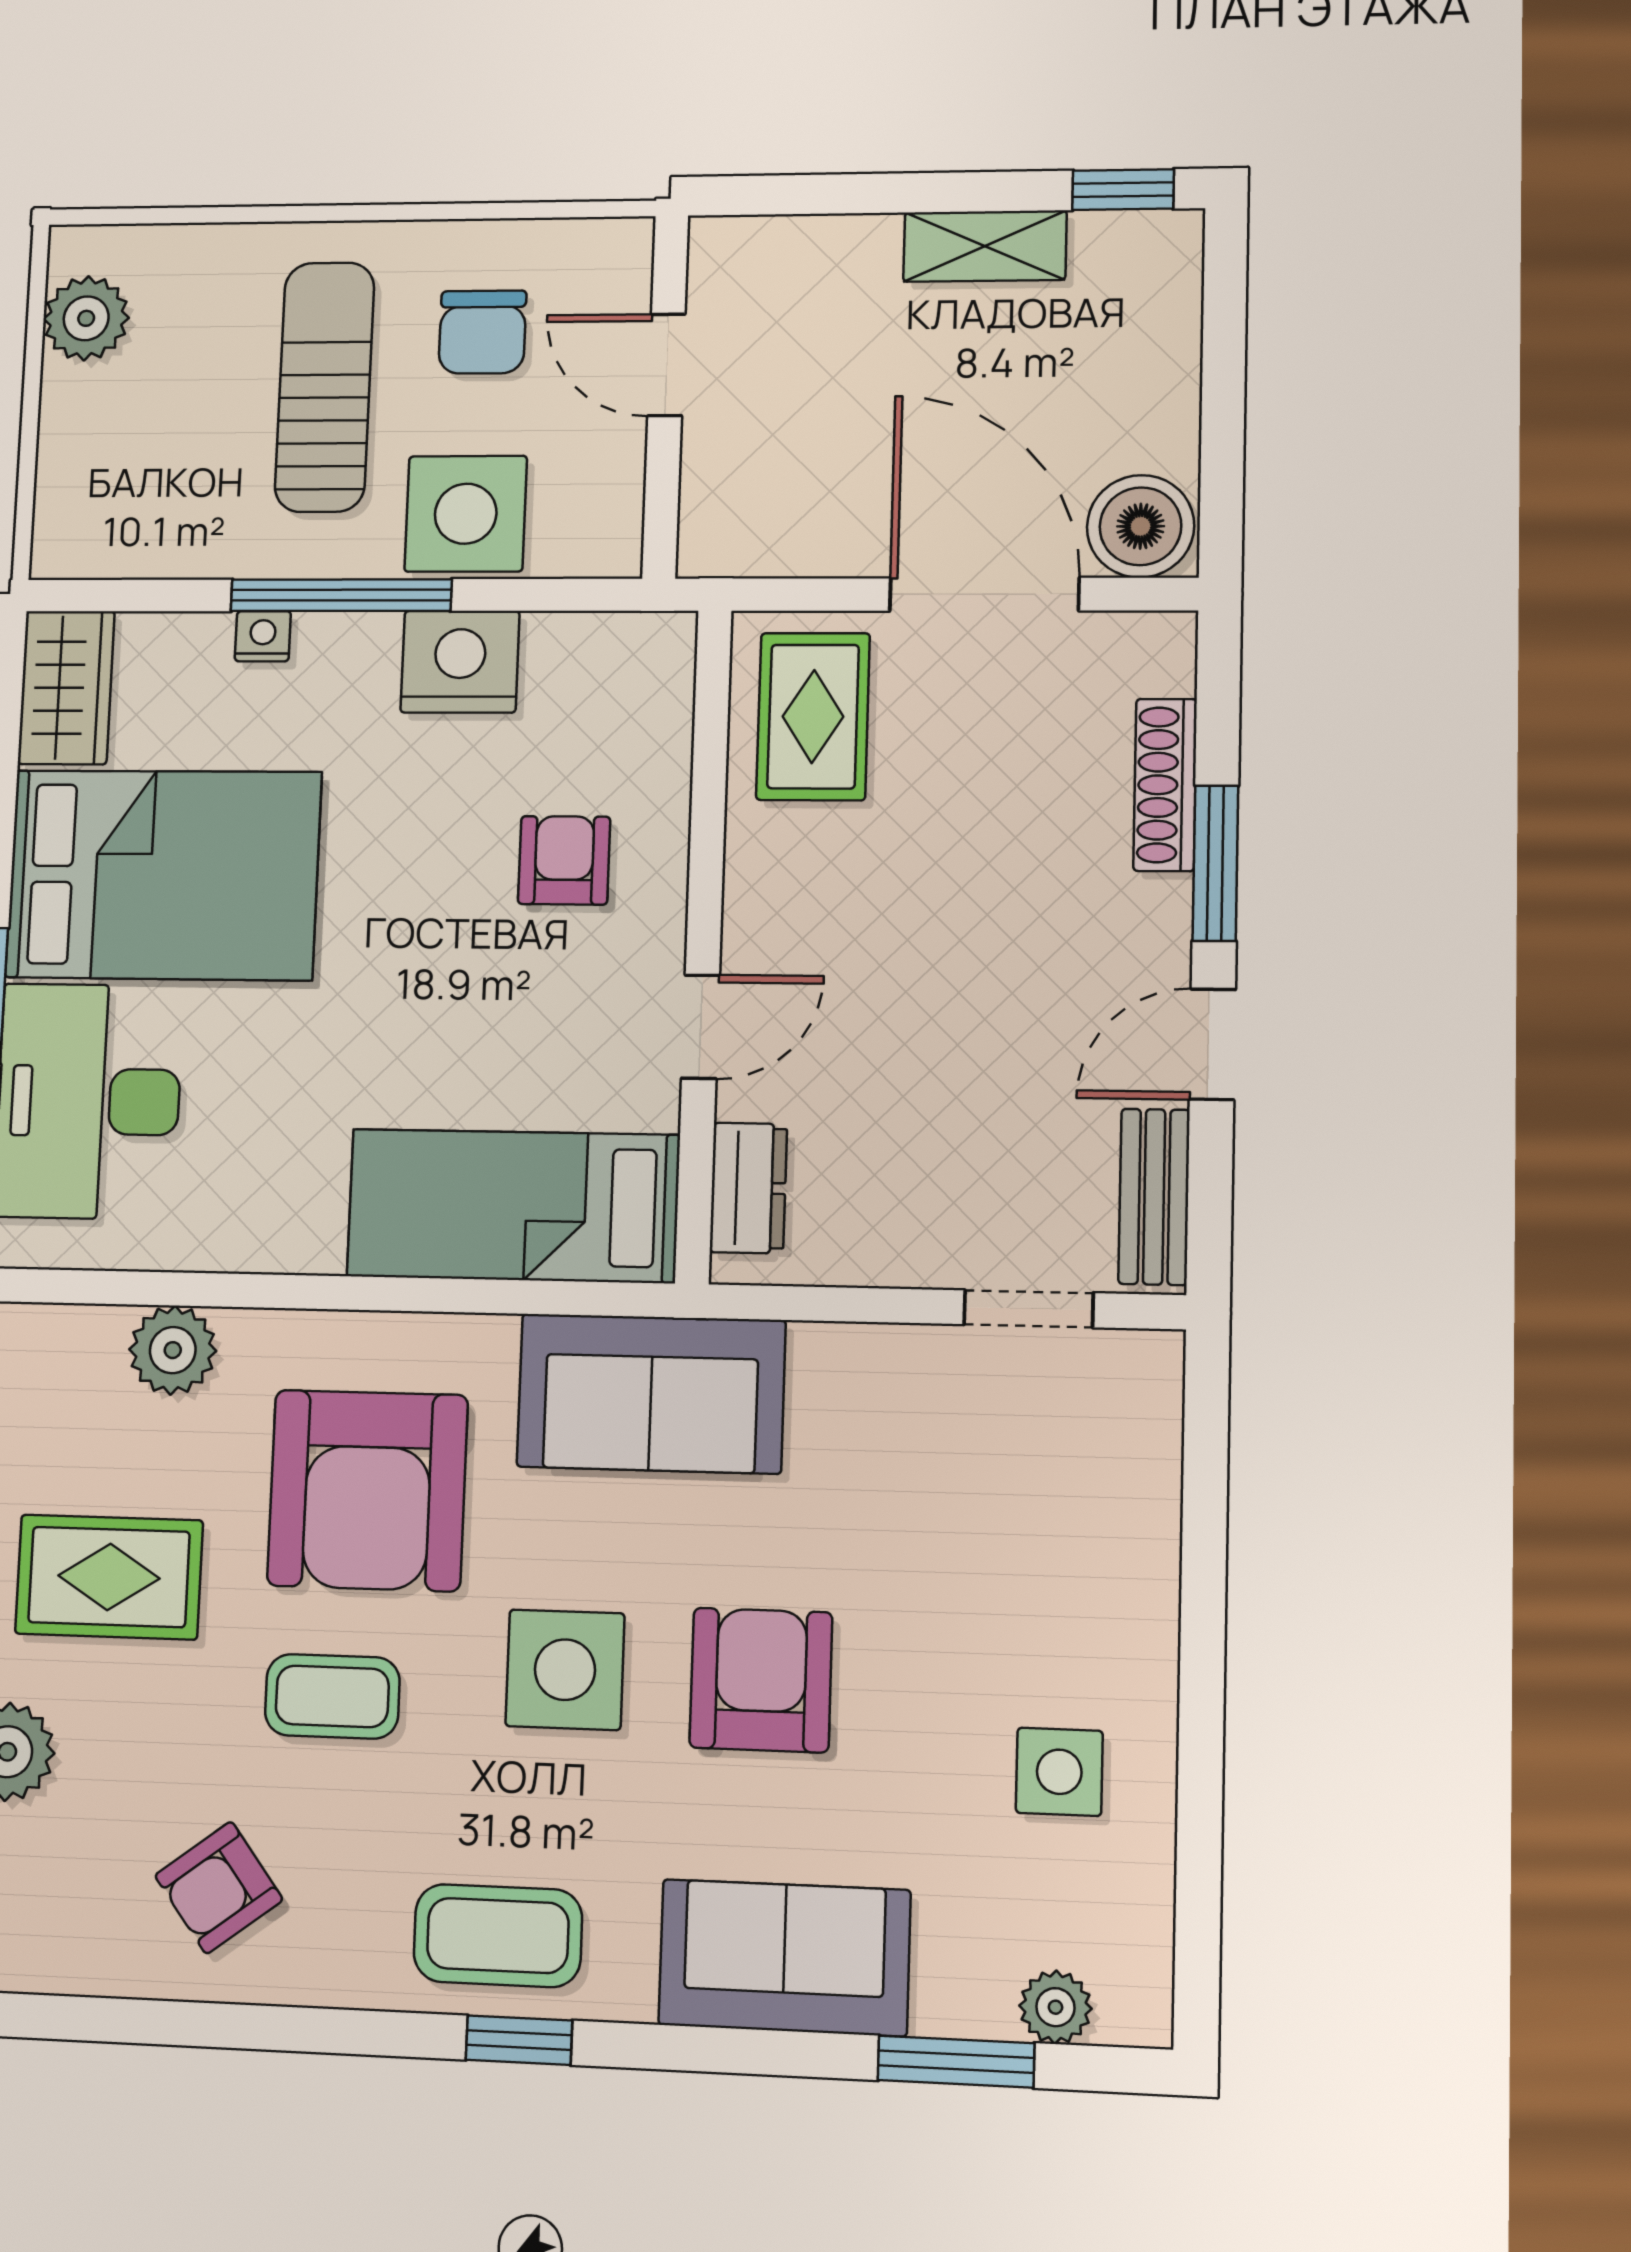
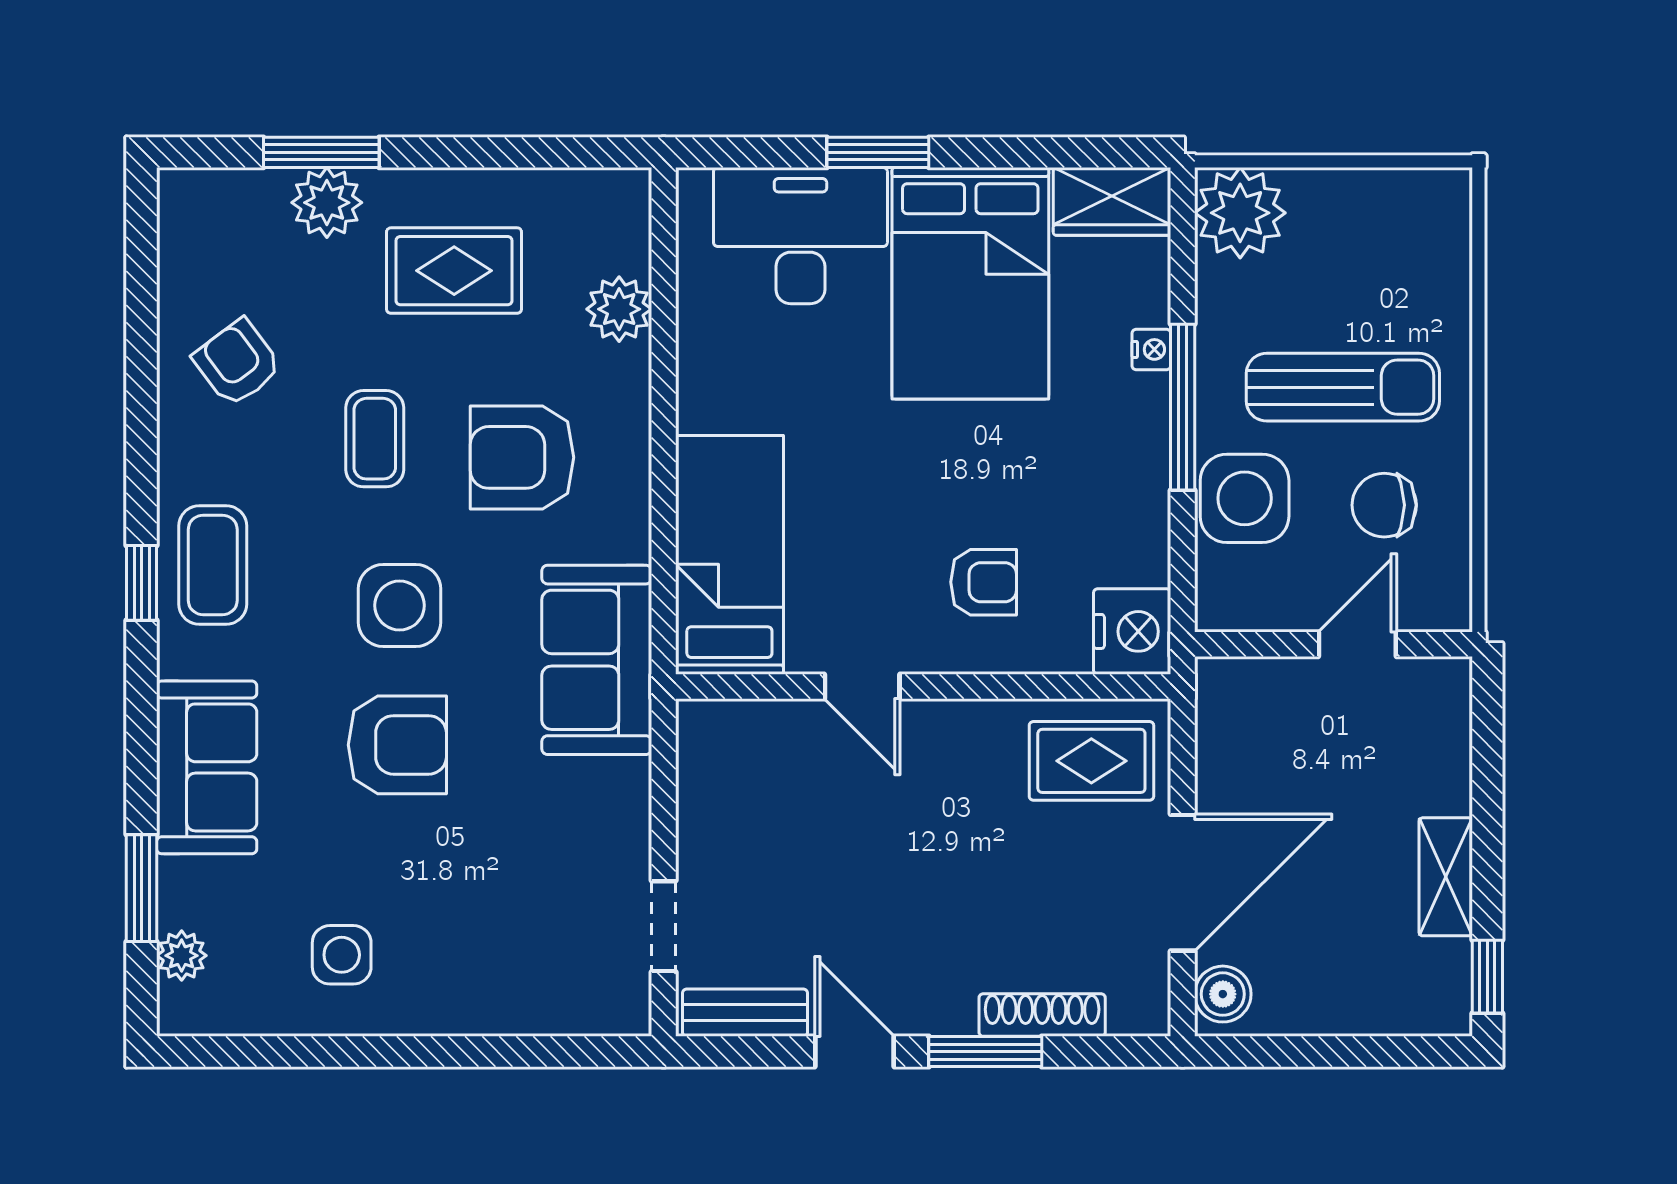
plant: (86, 318) -> (1240, 213), moved, width x1.36, depth x1.36
boiler: (1141, 526) -> (1223, 994), width x0.73, depth x0.73
nightstand: (460, 662) -> (1132, 631), moved
dresser: (748, 1188) -> (746, 725), removed
armchair: (367, 1490) -> (522, 457), width x0.73, depth x0.73
rug: (109, 1577) -> (454, 271), turned 90

